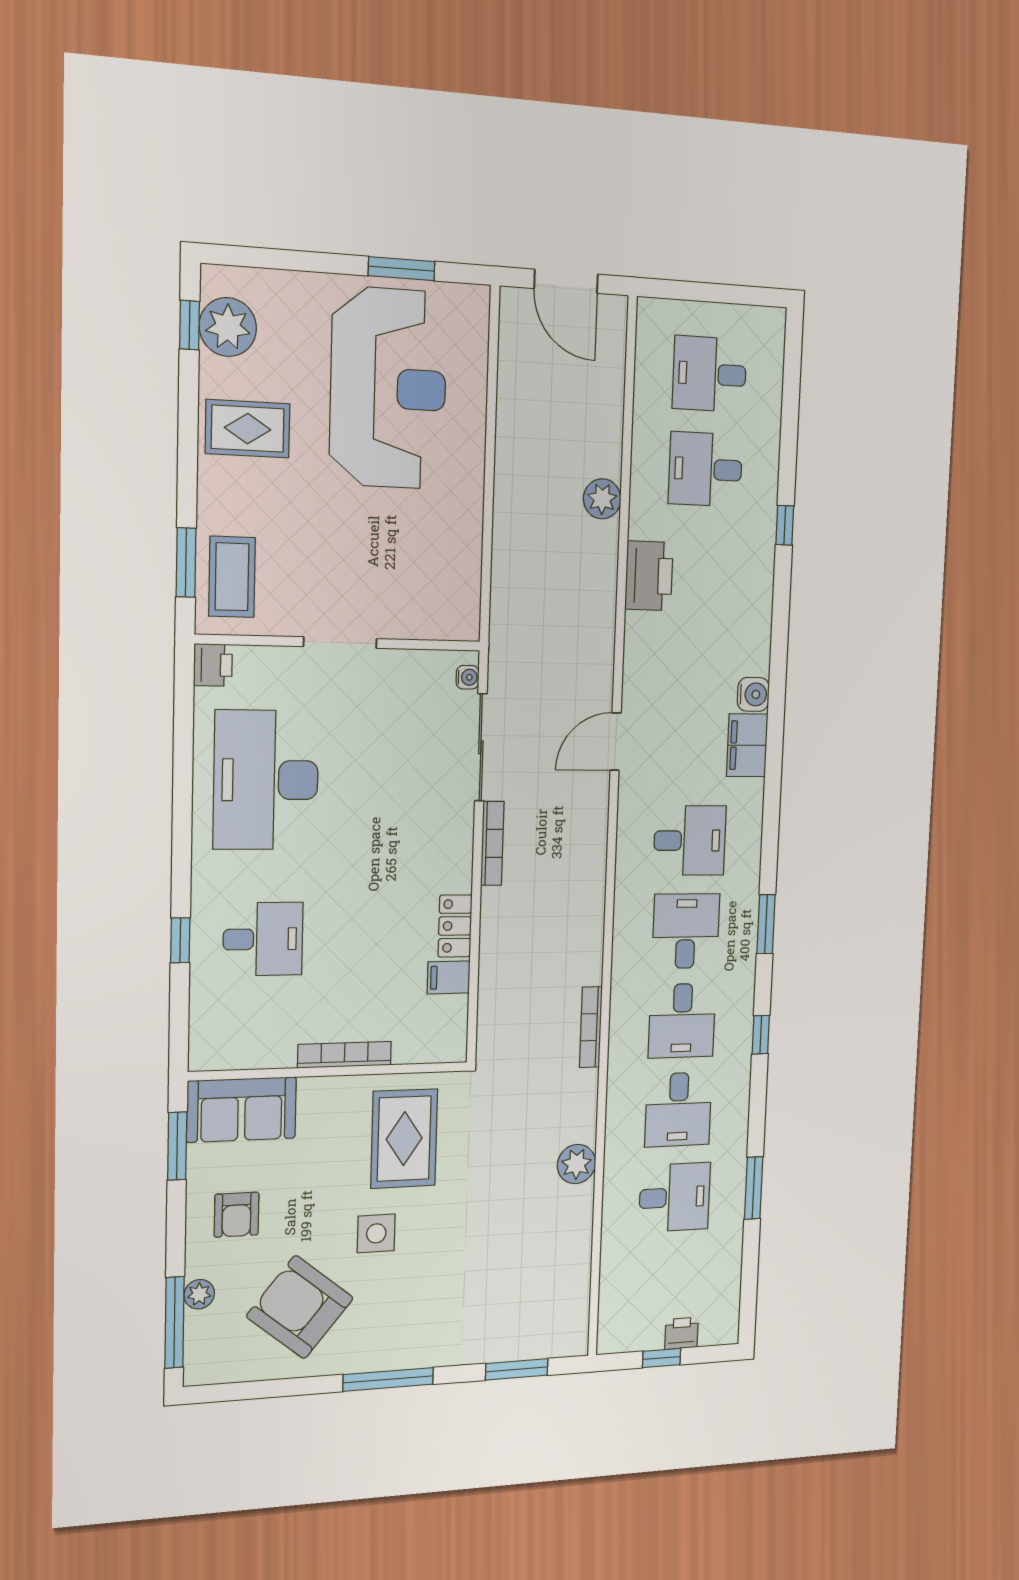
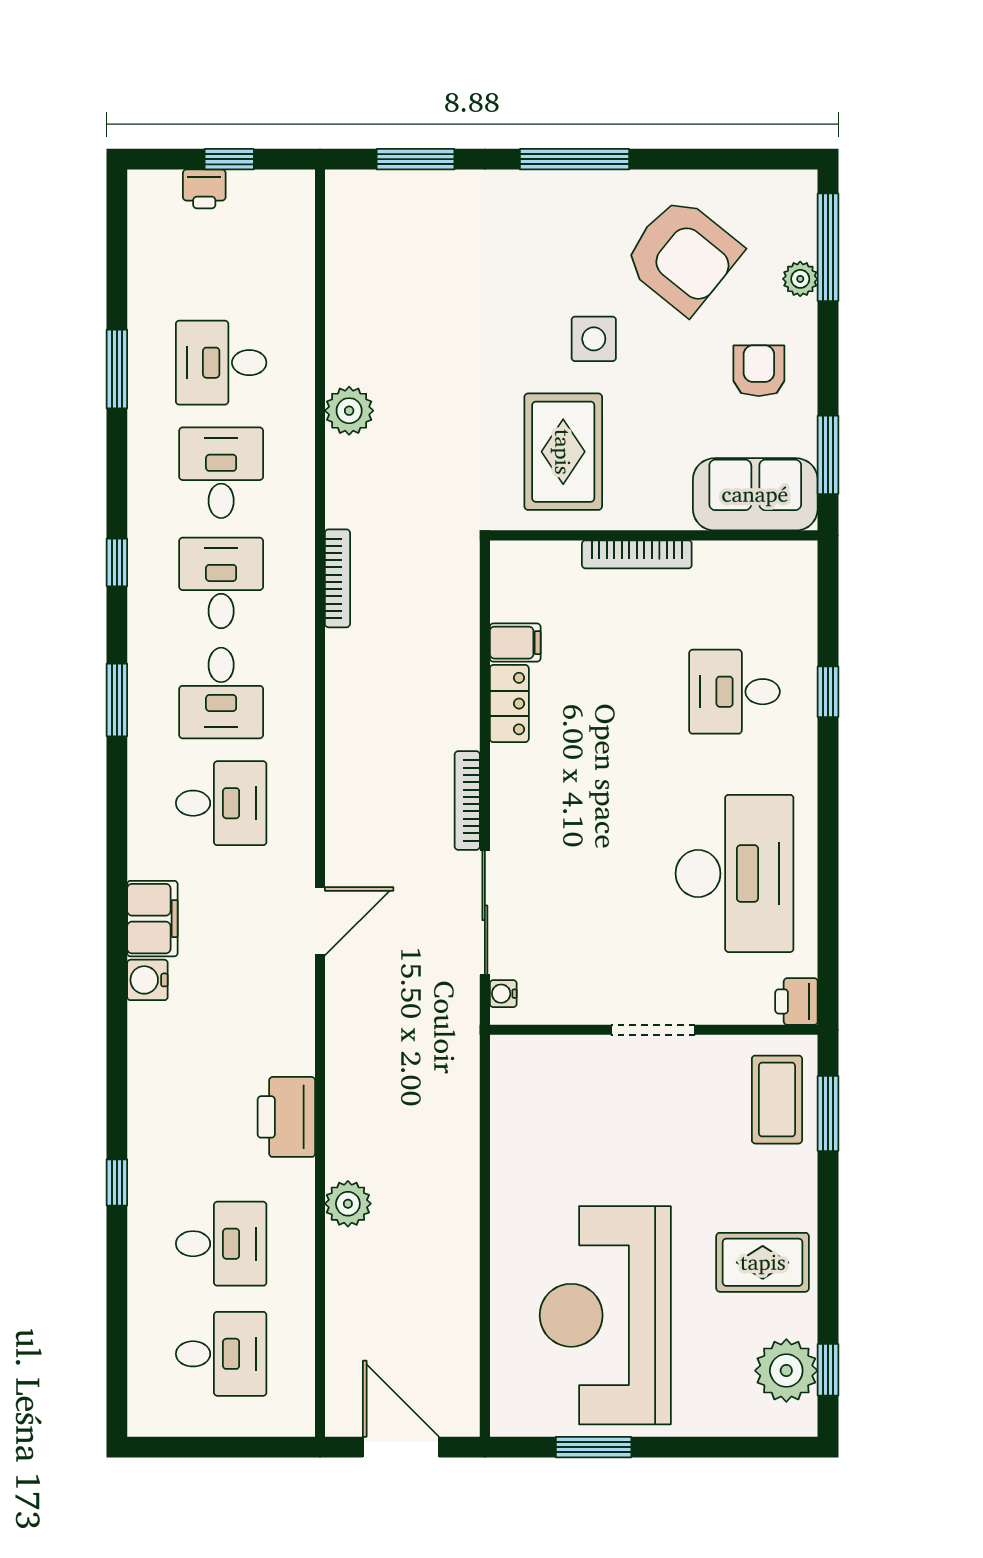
desk: (690, 840) -> (221, 803), turned 180

